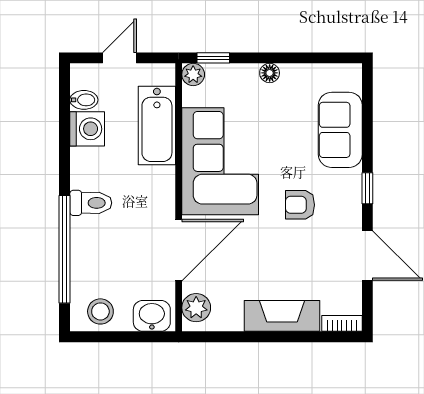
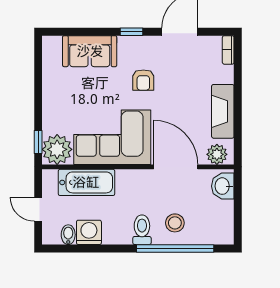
floor lamp: (270, 73) -> (49, 102), removed
plant: (193, 74) -> (57, 149), width x1.88, depth x1.88
stool: (100, 311) -> (175, 223), moved
fireplace: (282, 316) -> (223, 111), moved

